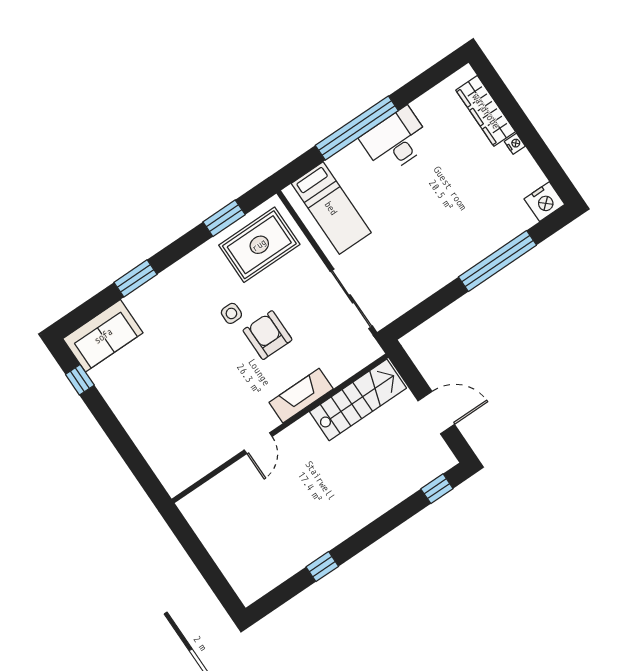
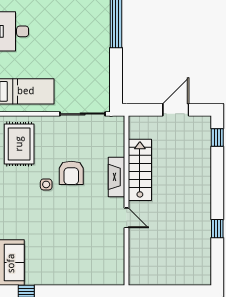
armchair: (268, 335) -> (71, 173), turned -90
stairs: (358, 400) -> (140, 170), moved

